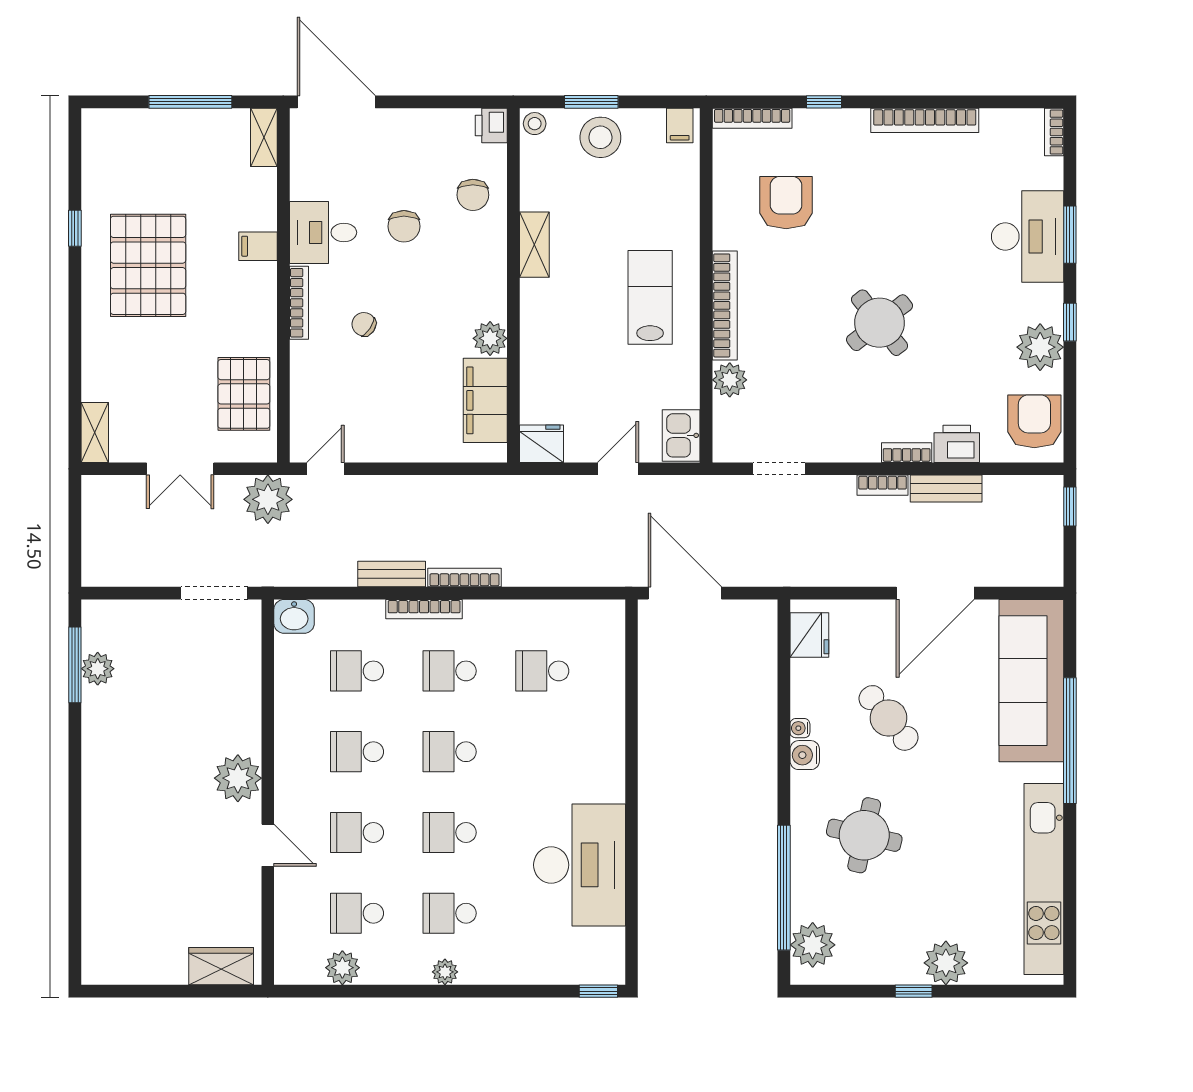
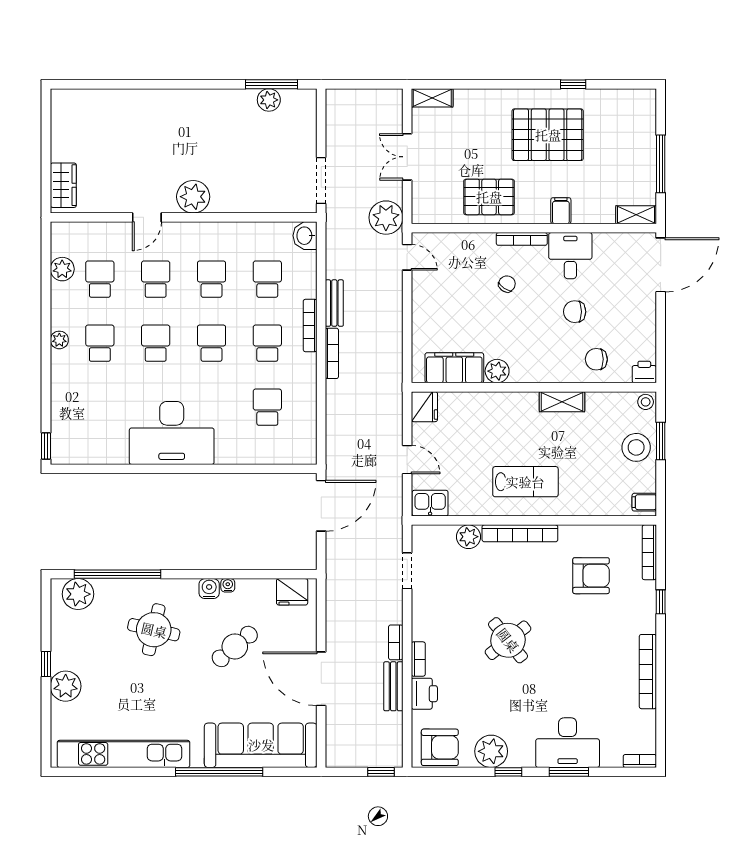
pallet: (244, 394) -> (489, 197), moved
desk: (580, 865) -> (172, 433), moved

